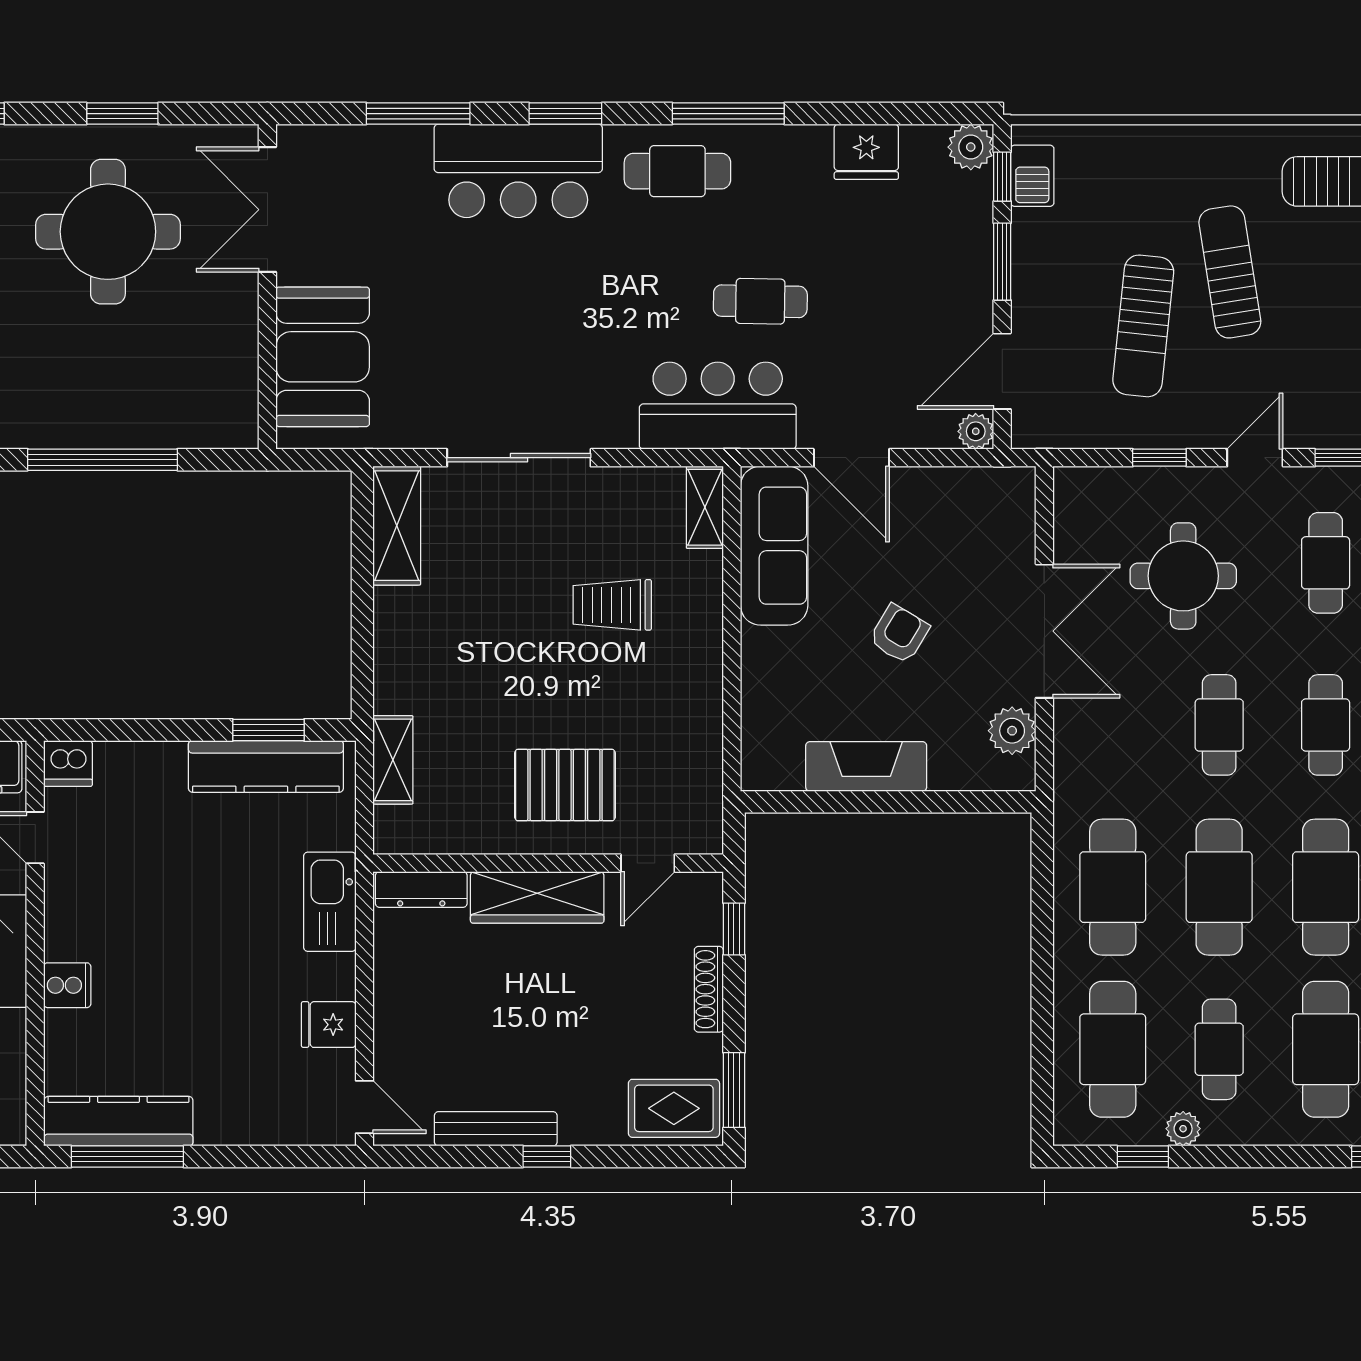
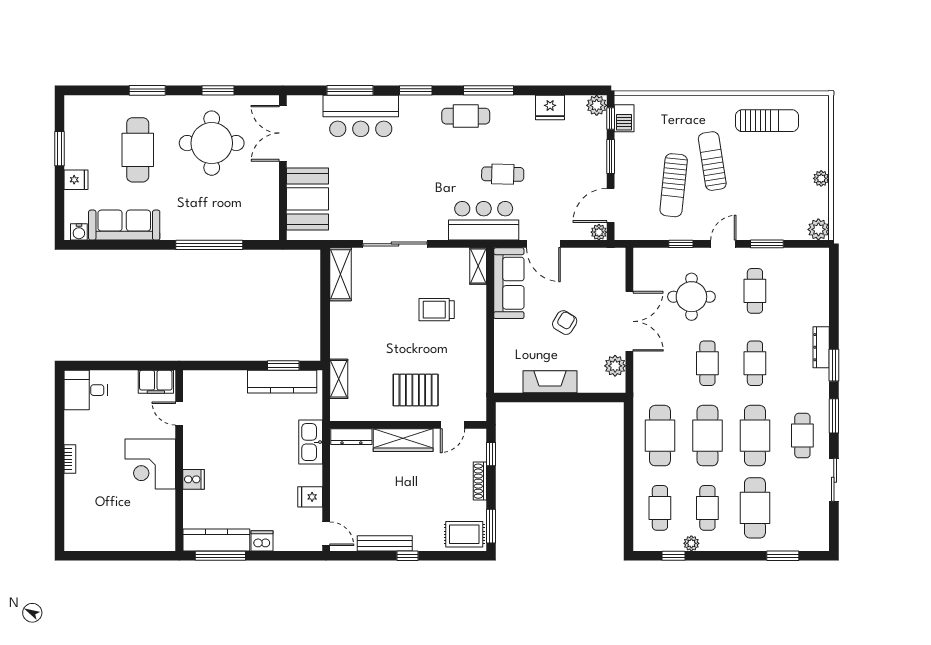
bar counter: (518, 171) -> (361, 116), moved
dishwasher: (68, 763) -> (262, 541), moved, turned 180
cafe table: (1113, 1049) -> (660, 508), width x0.73, depth x0.74

